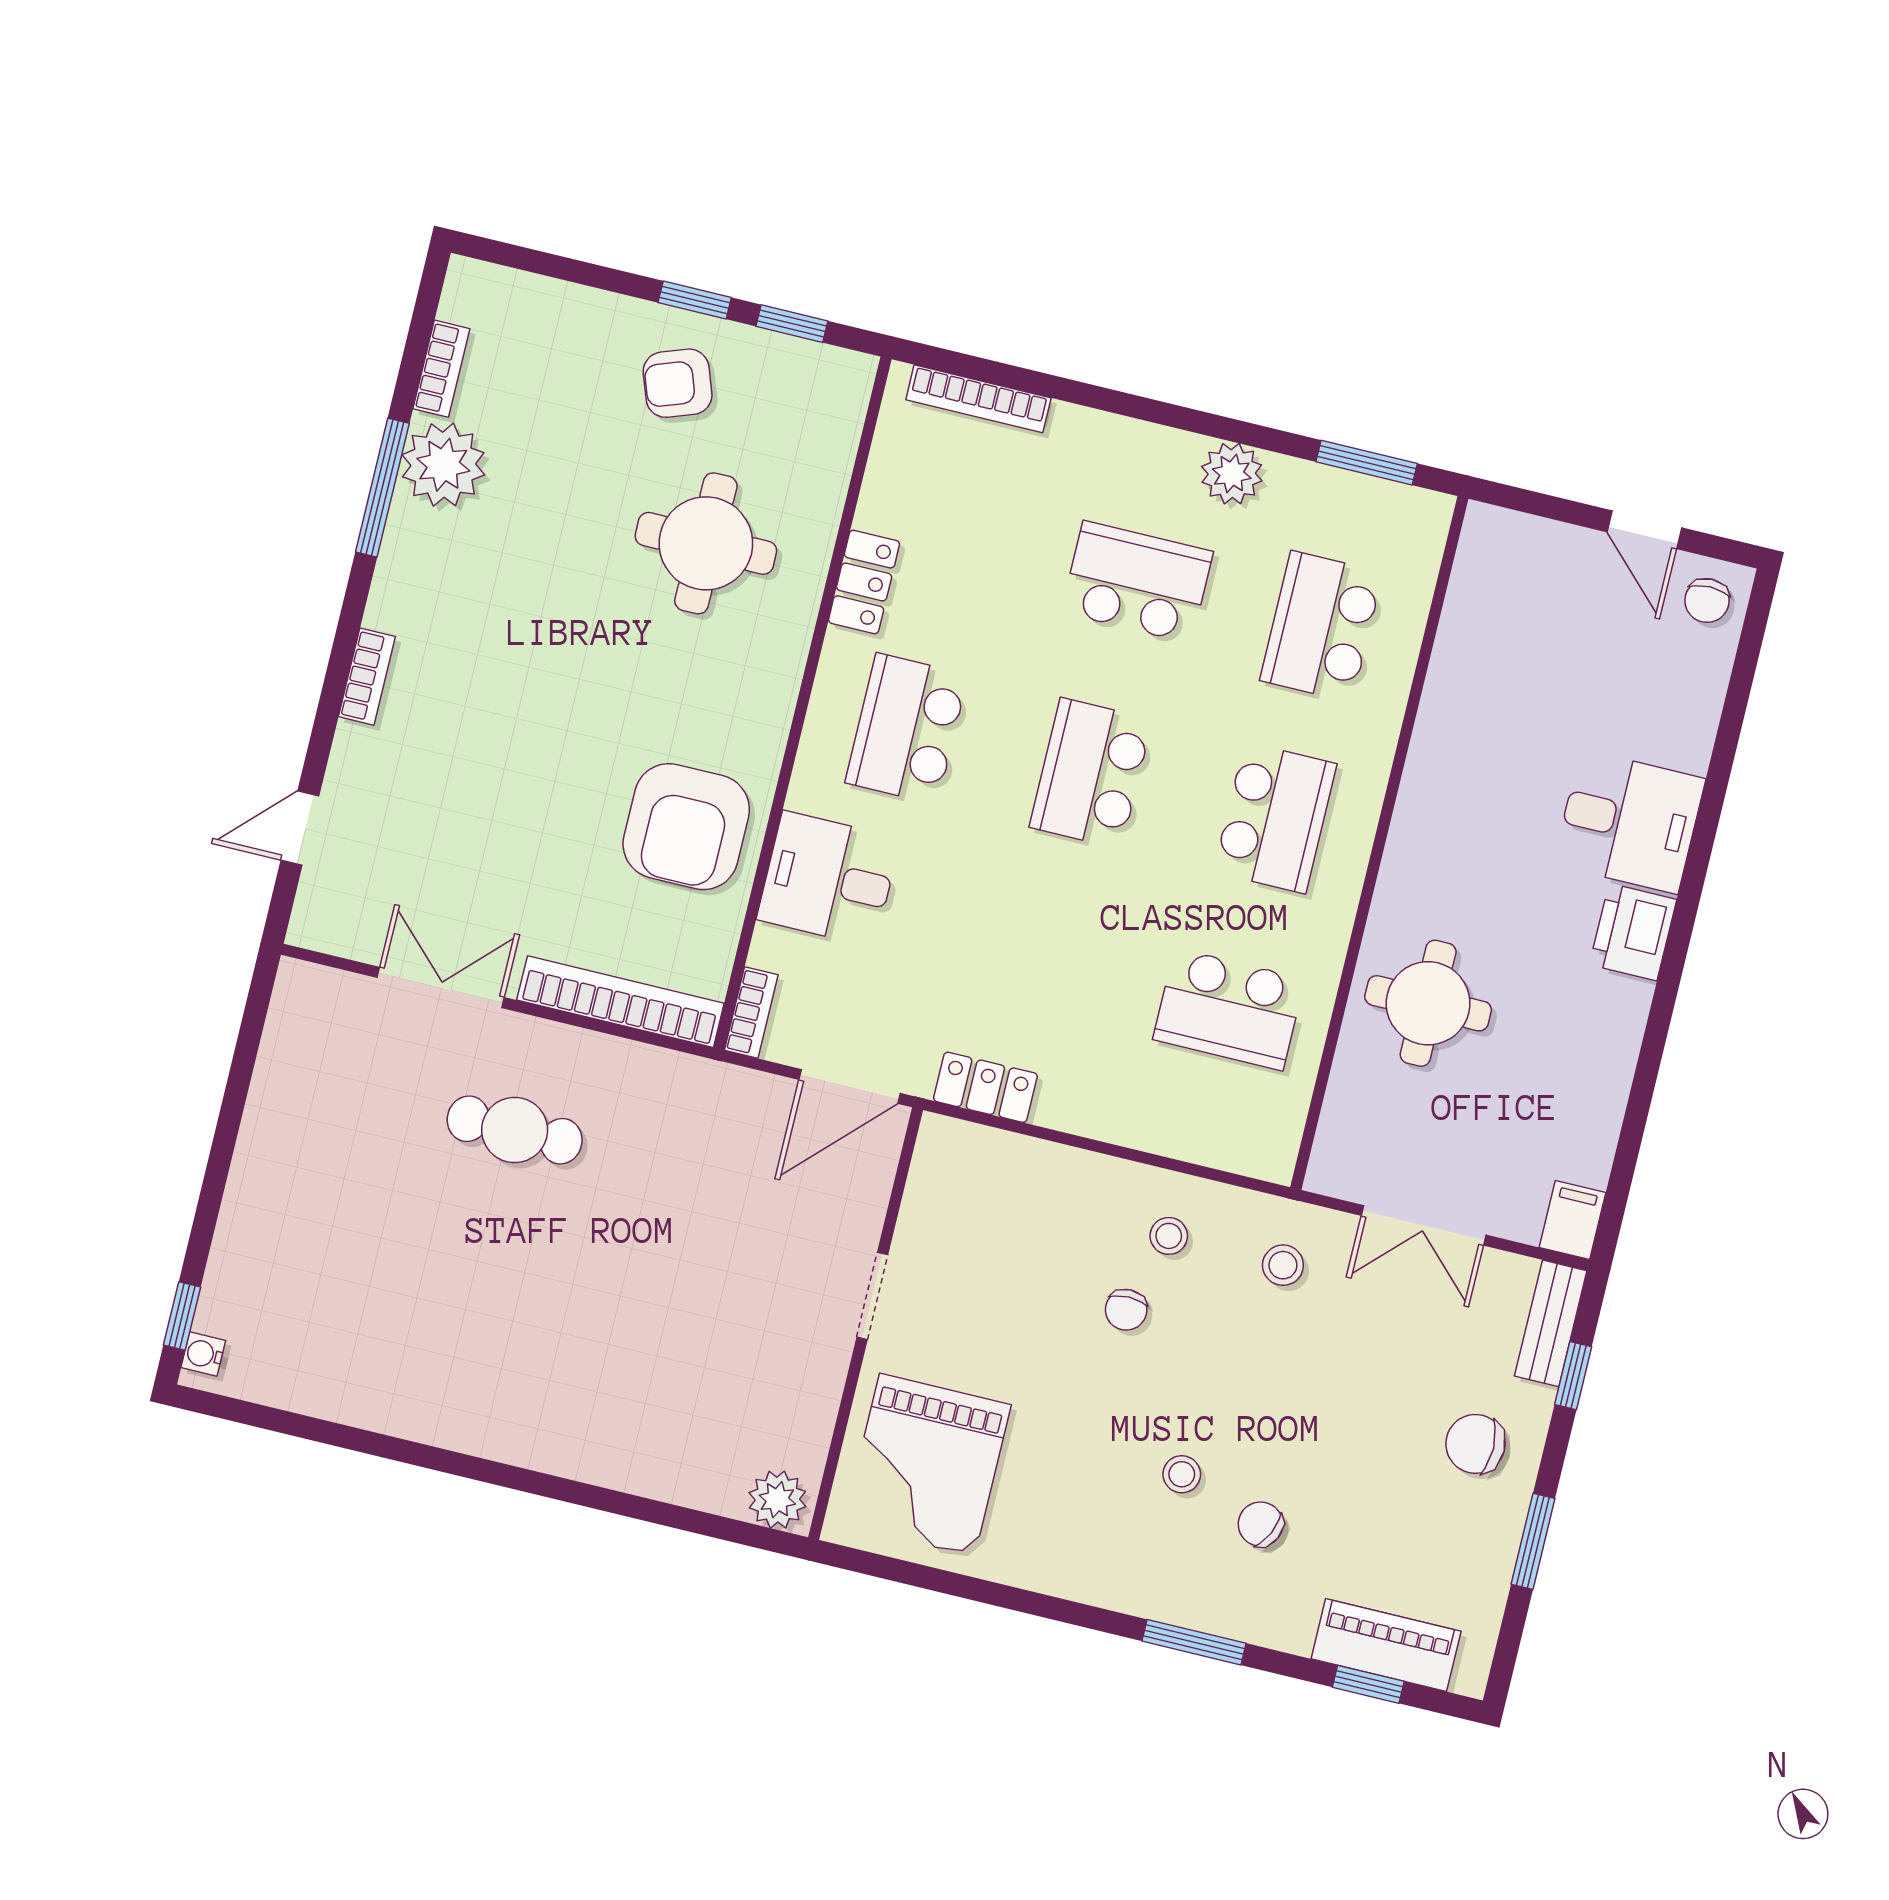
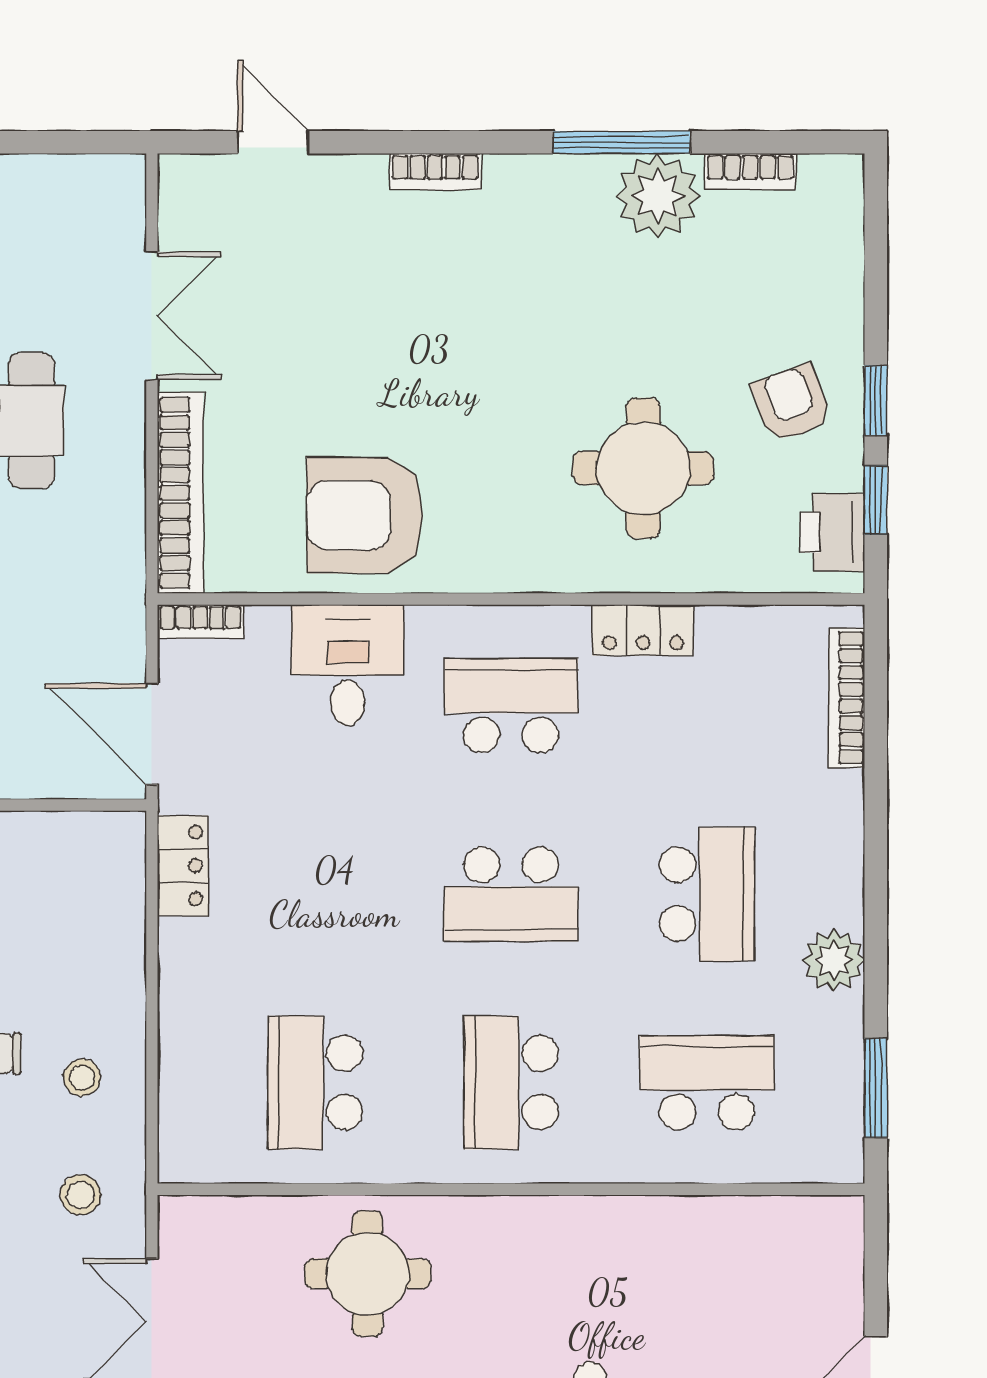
printer: (813, 374) -> (832, 532), added
school desk: (1091, 773) -> (511, 894), turned 180
school desk: (1275, 818) -> (511, 1083), turned 90

